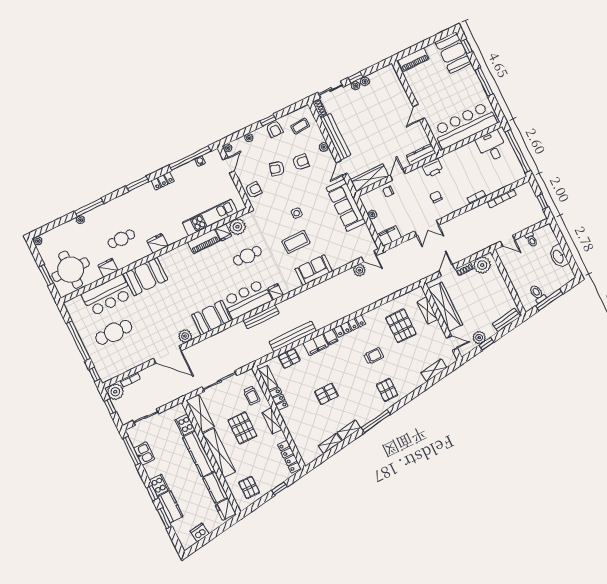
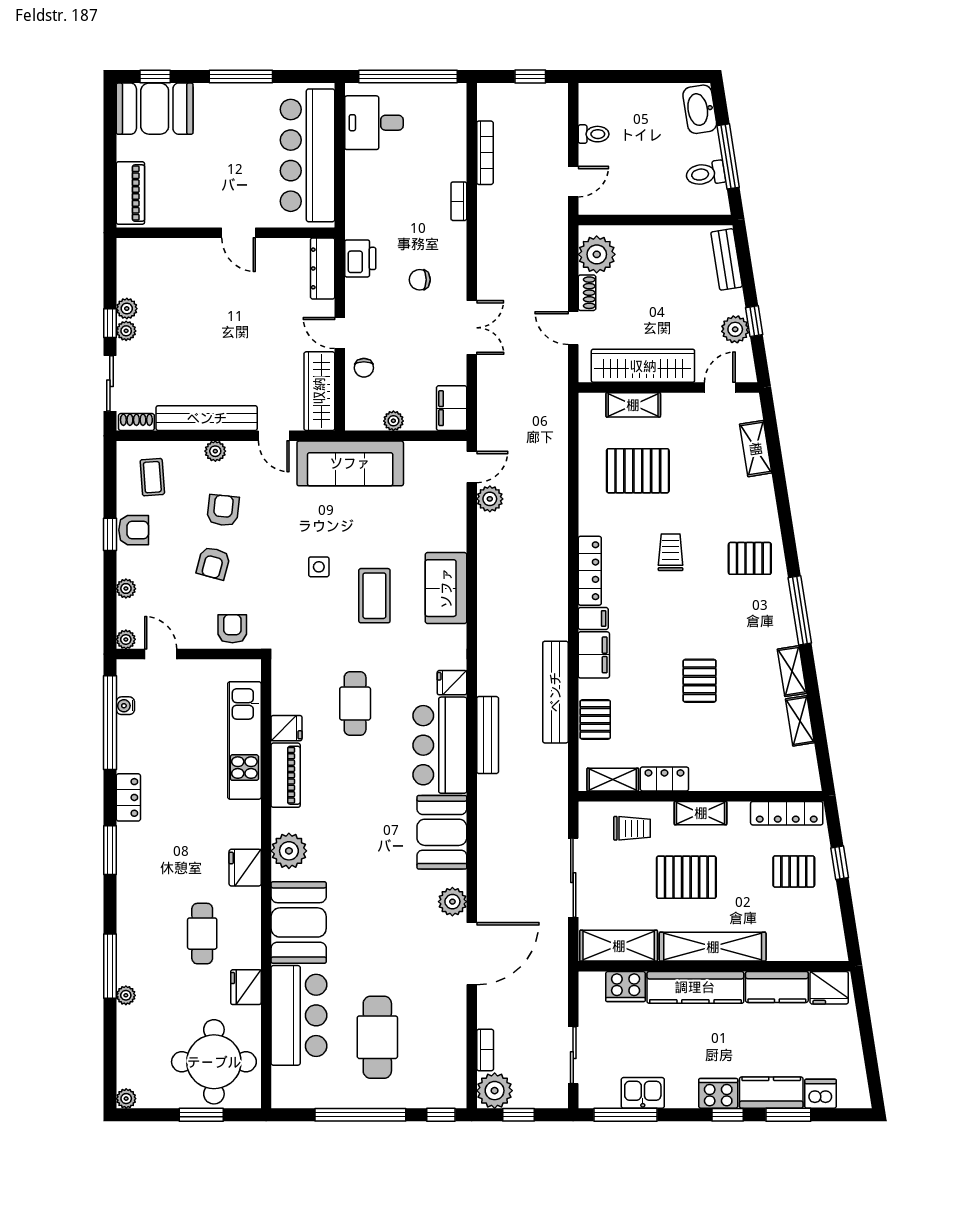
plant: (237, 227) -> (289, 851), moved
washbasin: (558, 256) -> (700, 109), moved, turned 81
pallet: (249, 487) -> (794, 871), moved
dishwasher: (200, 532) -> (821, 1094), moved, turned 99

